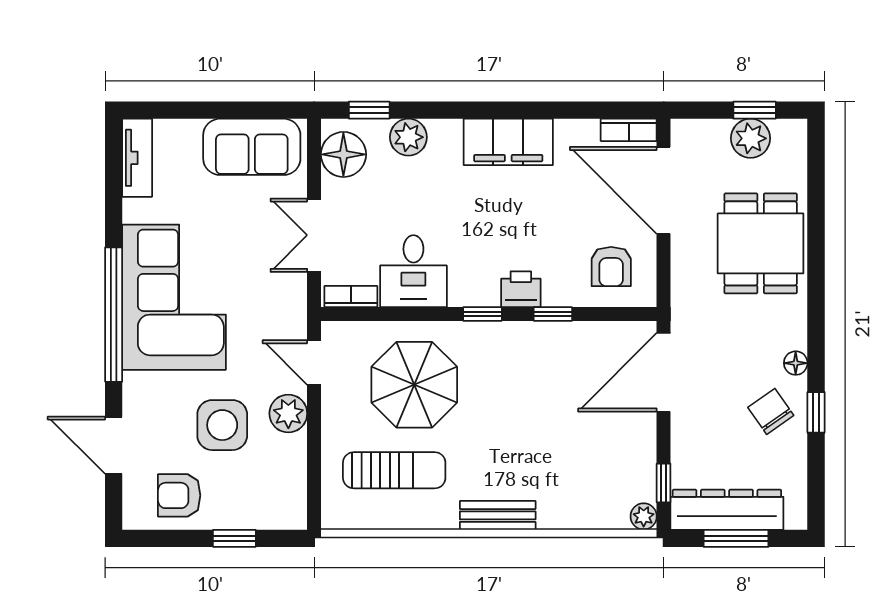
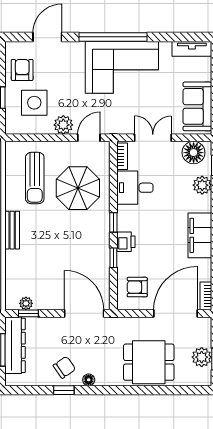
side table: (222, 425) -> (34, 103), moved
plant: (644, 516) -> (26, 303), moved

